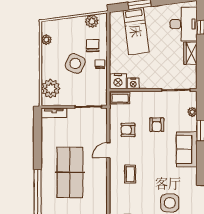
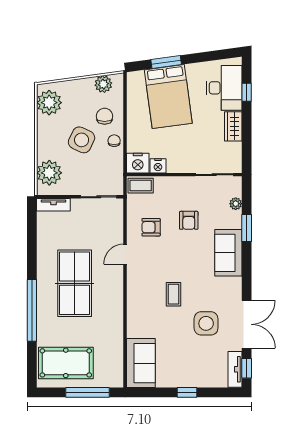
bed: (136, 31) -> (168, 97), width x1.50
plant: (46, 40) -> (49, 103), width x1.88, depth x1.88
coffee table: (130, 174) -> (173, 294), moved

